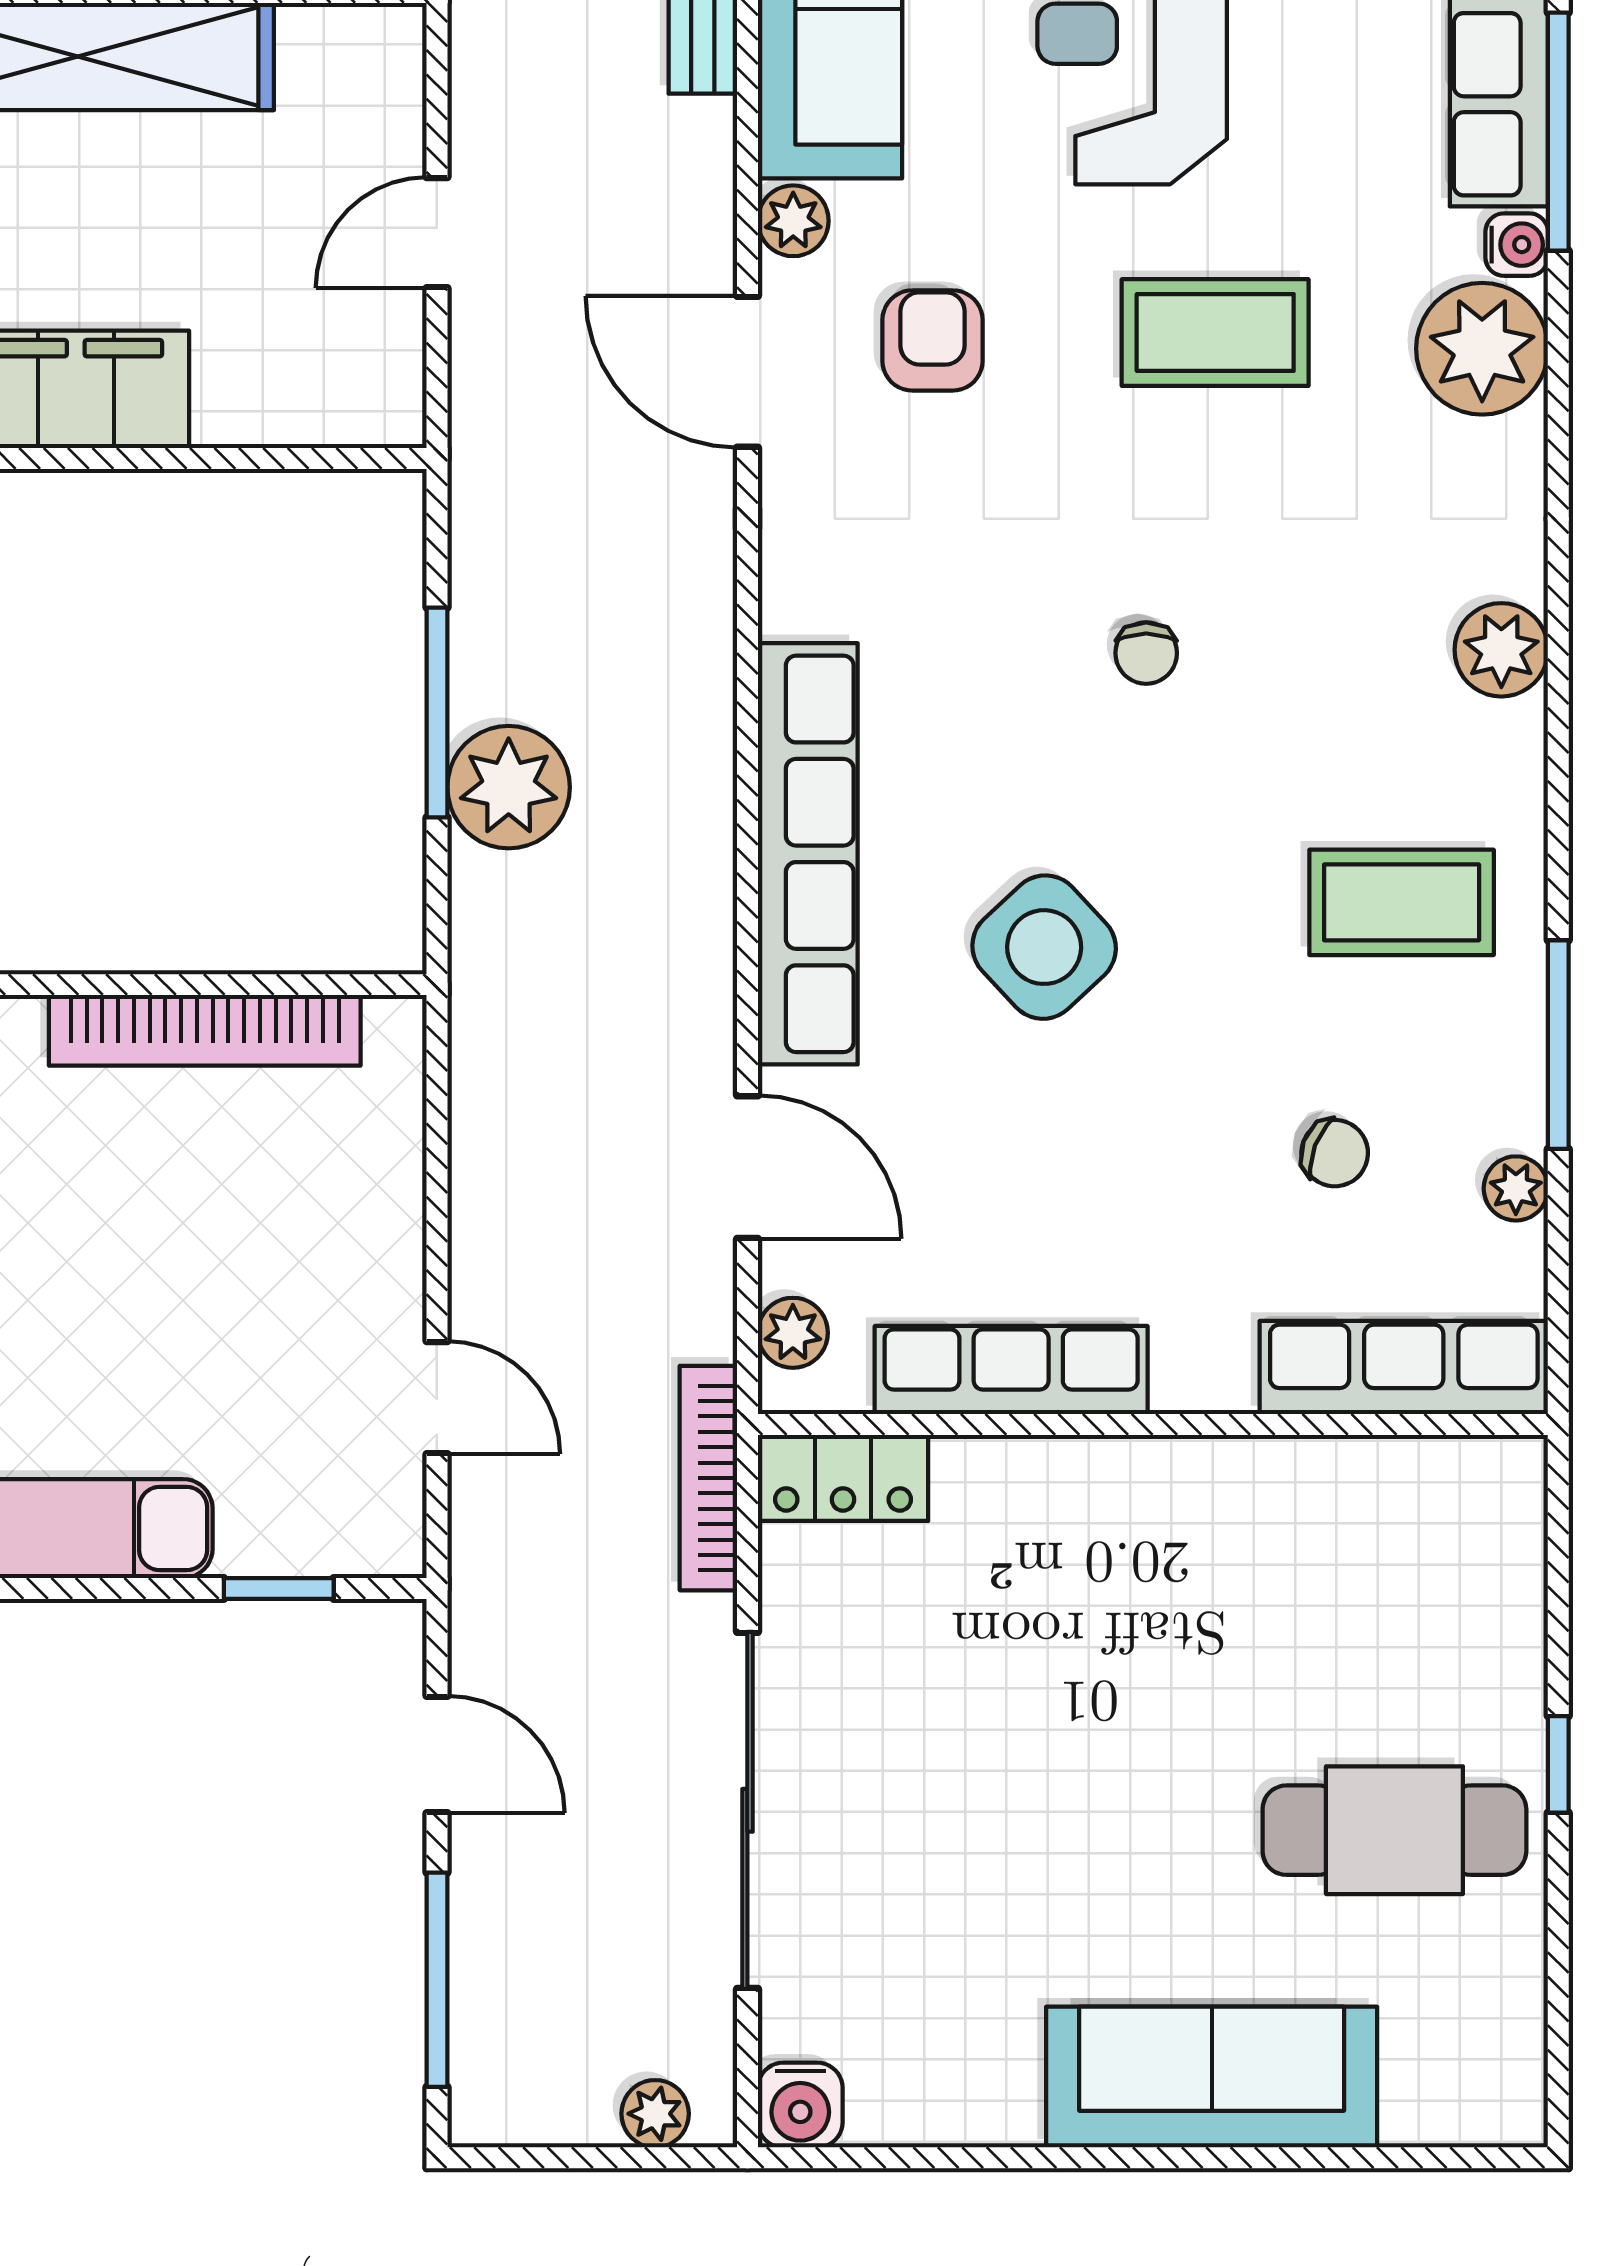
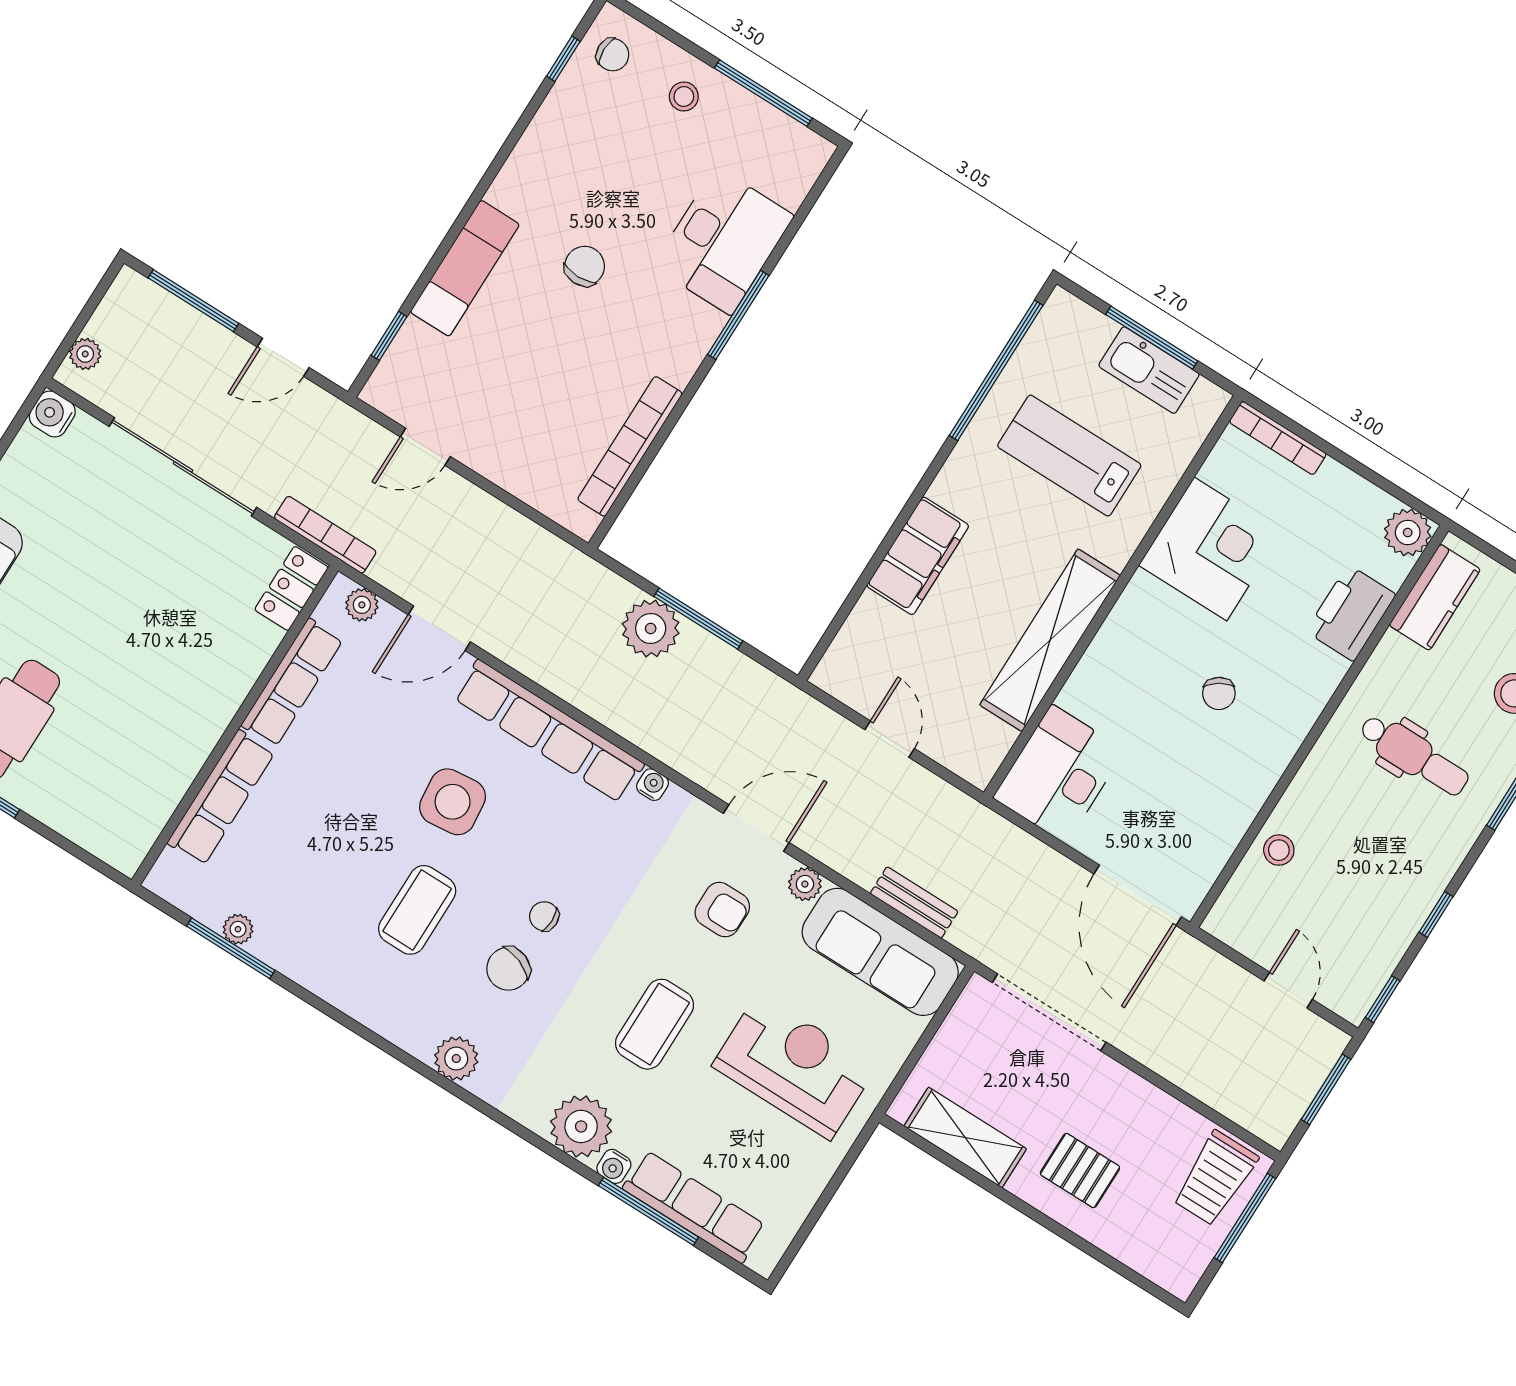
water cooler: (787, 607) -> (653, 785), added
coffee table: (1402, 902) -> (417, 910), moved
side table: (1044, 947) -> (453, 802), turned 37
window: (1558, 1045) -> (231, 948), moved
chair: (1335, 1153) -> (508, 969), moved, width x1.37, depth x1.37
row of seats: (1404, 1368) -> (221, 798), moved

